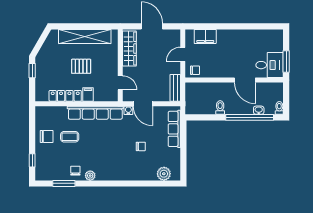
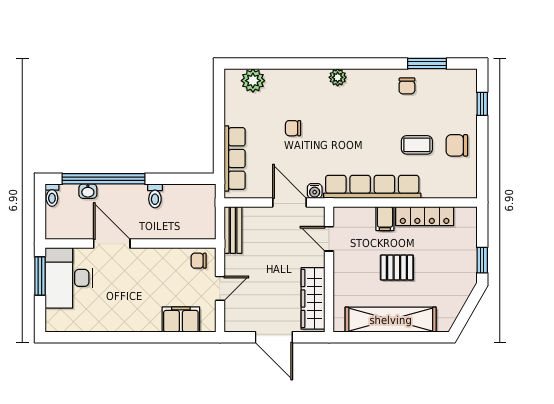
desk: (270, 65) -> (69, 278), width x1.37
plant: (90, 176) -> (338, 77), moved

